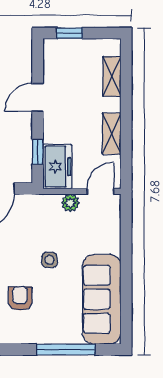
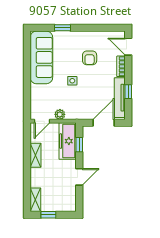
window: (69, 33) -> (48, 215), moved
shelving: (112, 76) -> (35, 200), moved
freezer: (57, 167) -> (68, 141), width x1.40
window: (66, 349) -> (62, 28), width x0.46

